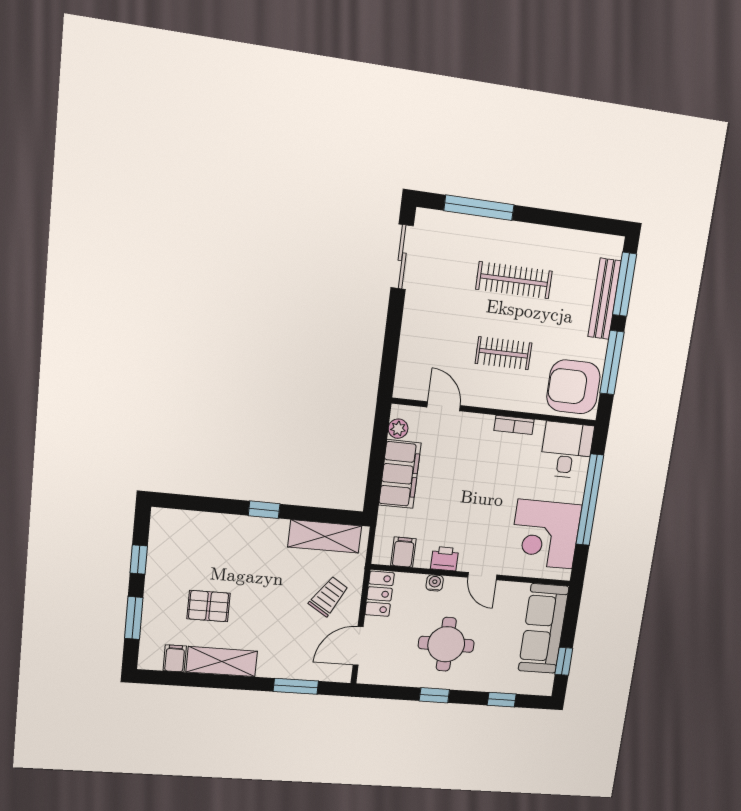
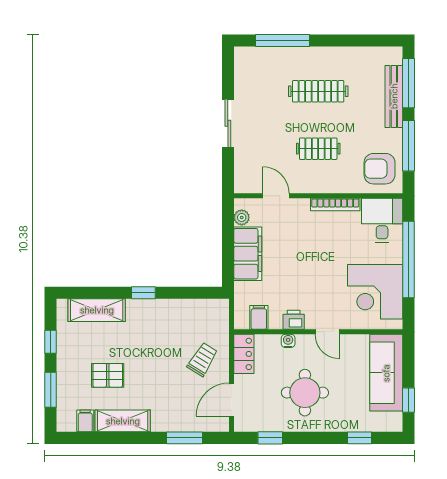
sliding door: (402, 257) -> (228, 123), moved
armchair: (573, 387) -> (380, 169), width x0.73, depth x0.73
bookcase: (514, 425) -> (335, 205), width x1.56
shelving: (325, 536) -> (97, 310), moved
window: (434, 695) -> (270, 438), moved

